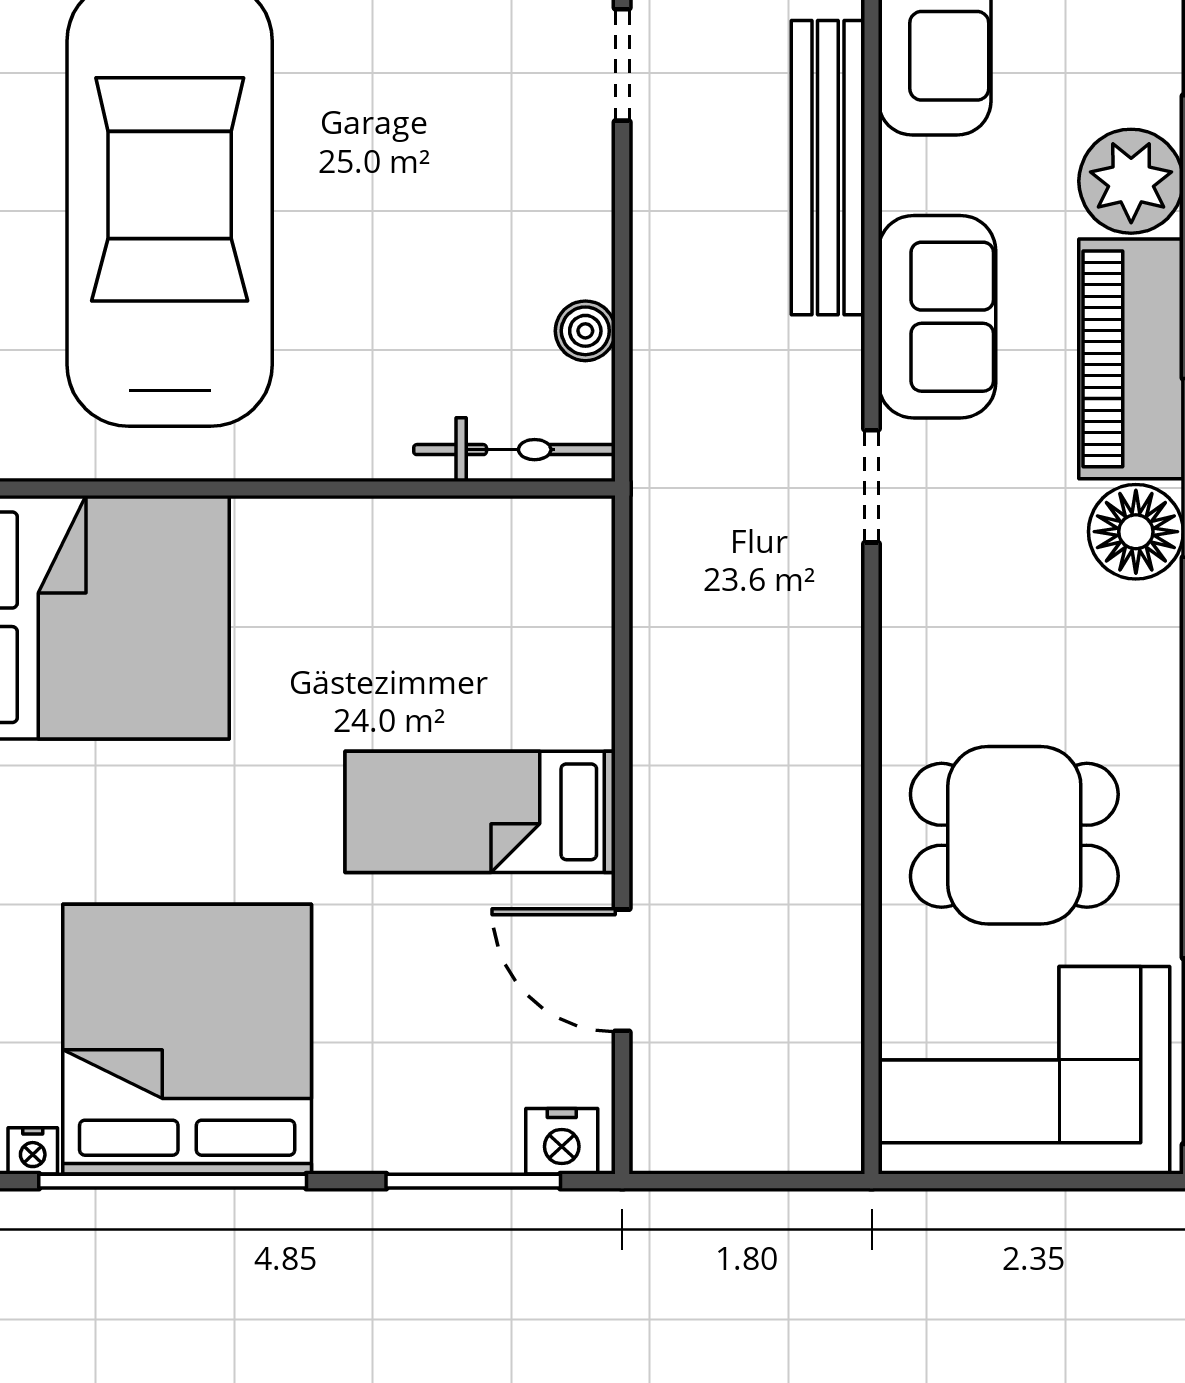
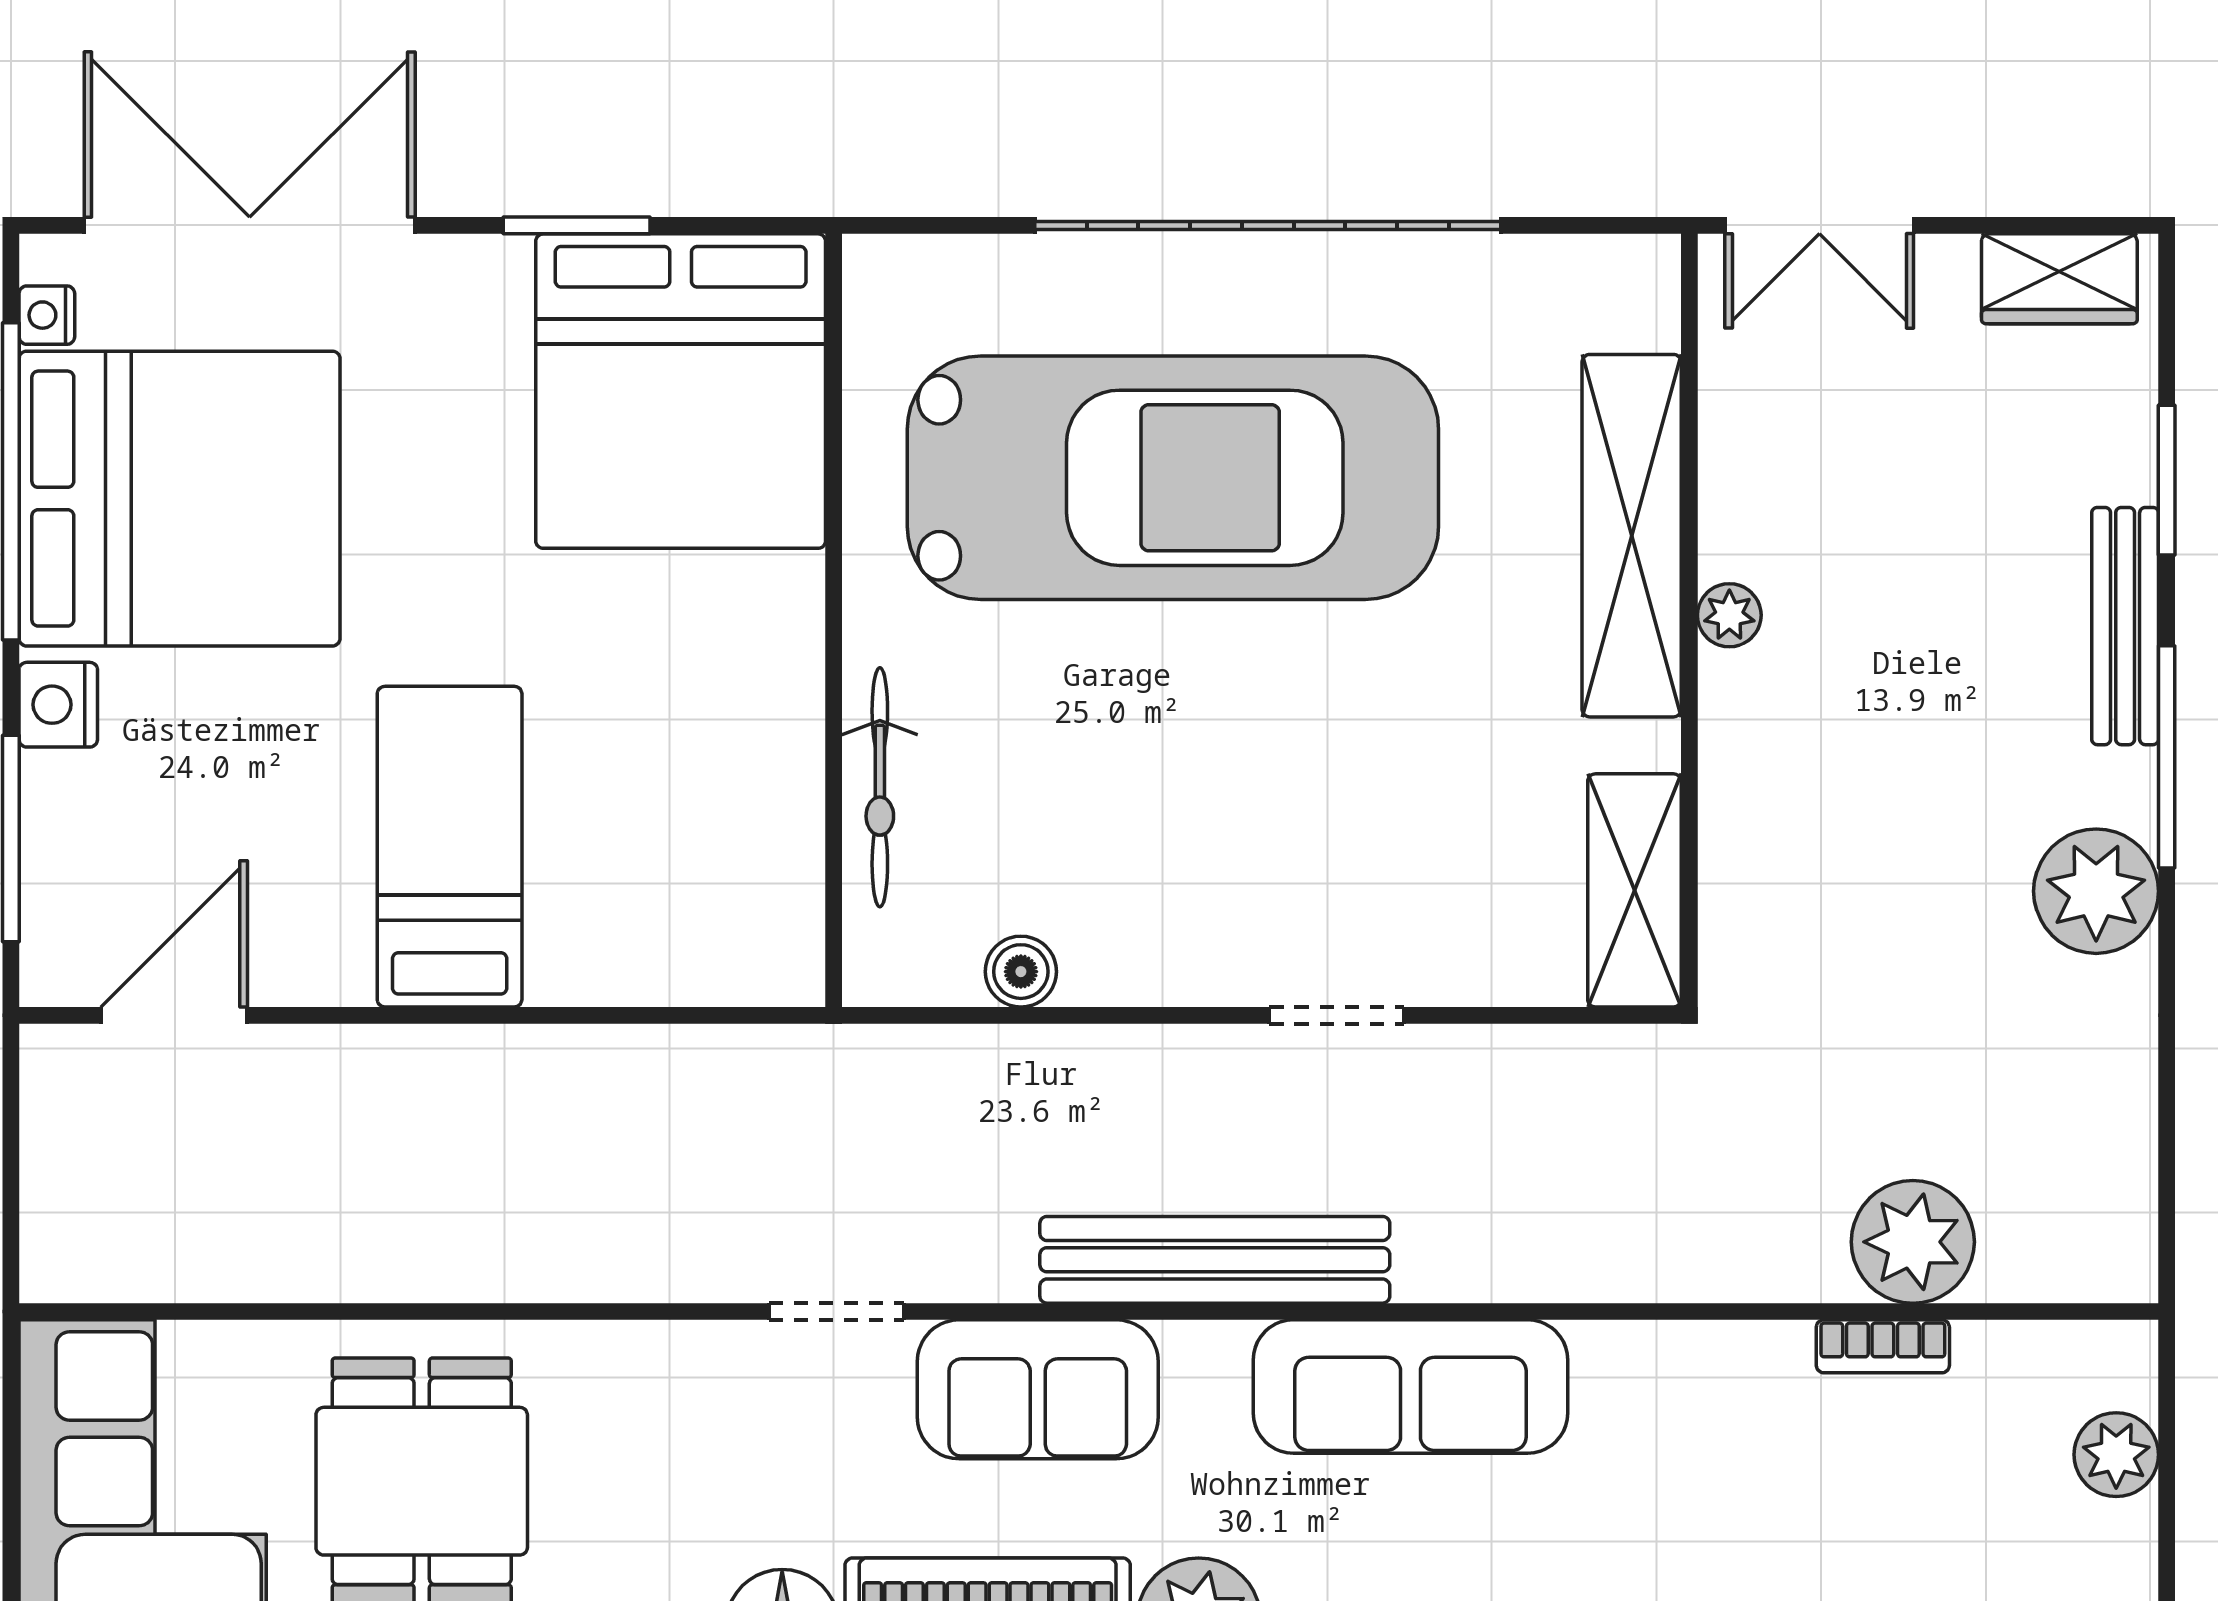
bicycle: (514, 450) -> (880, 787), moved
door: (622, 970) -> (174, 1015), moved
nightstand: (562, 1141) -> (58, 705), moved

